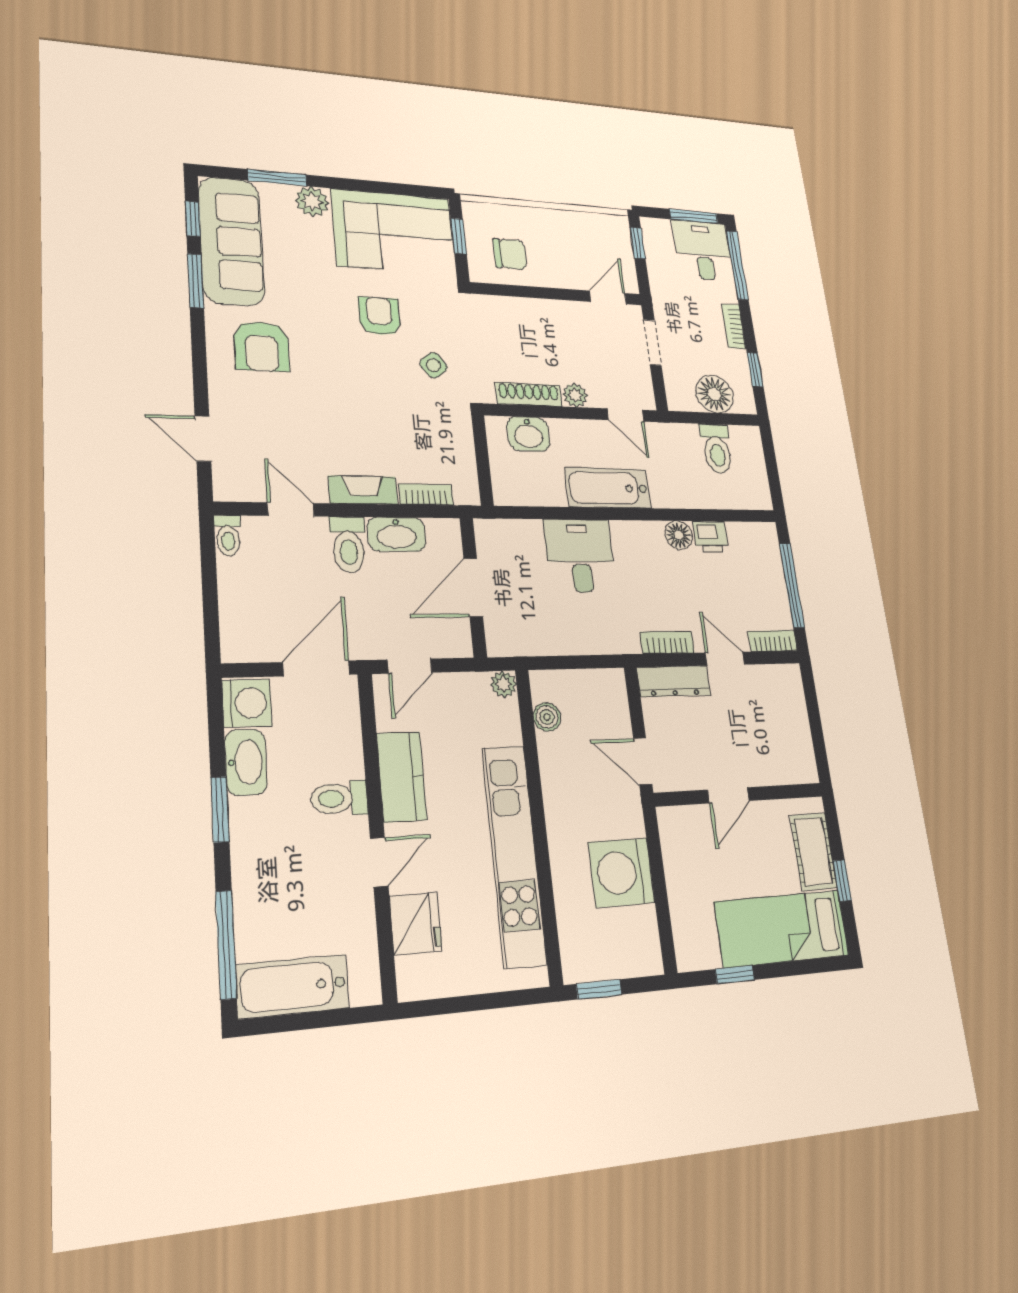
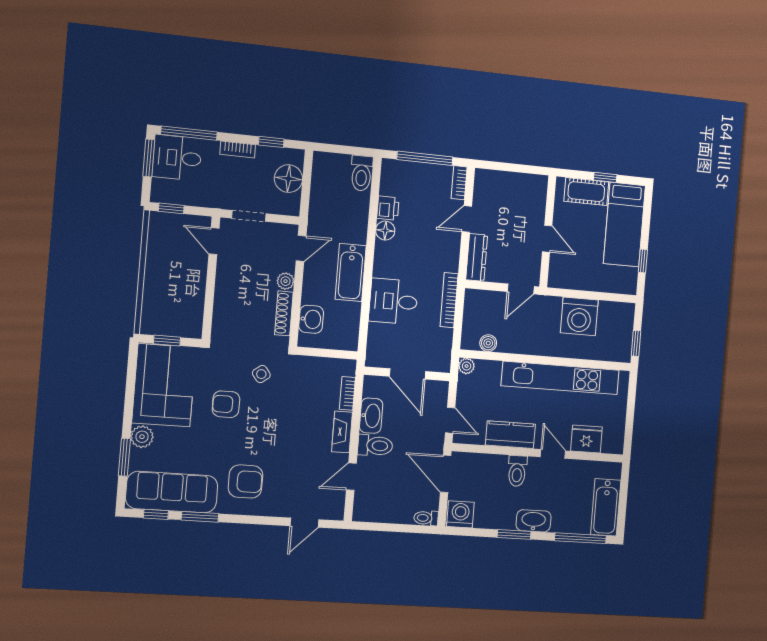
chair: (510, 254) -> (180, 306), removed
toilet: (717, 449) -> (362, 173), moved, turned 90
toilet: (228, 535) -> (426, 518), moved, turned 180
bookcase: (667, 642) -> (449, 300), moved, width x1.56
washbasin: (246, 762) -> (534, 521), moved

